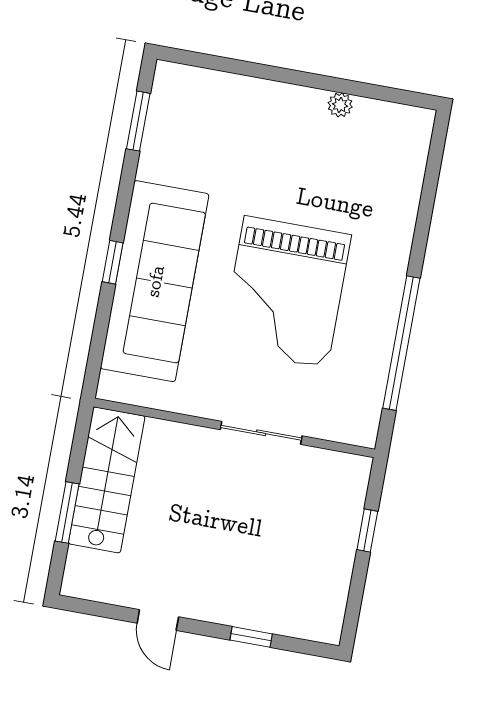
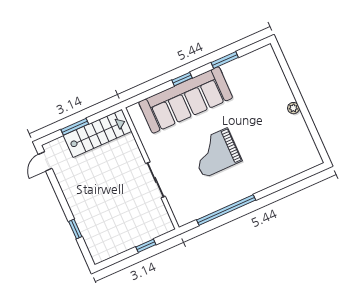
plant: (340, 105) -> (293, 108), moved
window: (138, 121) -> (225, 60), moved
grand piano: (286, 292) -> (216, 153), width x0.73, depth x0.68
door: (158, 620) -> (45, 161), moved

